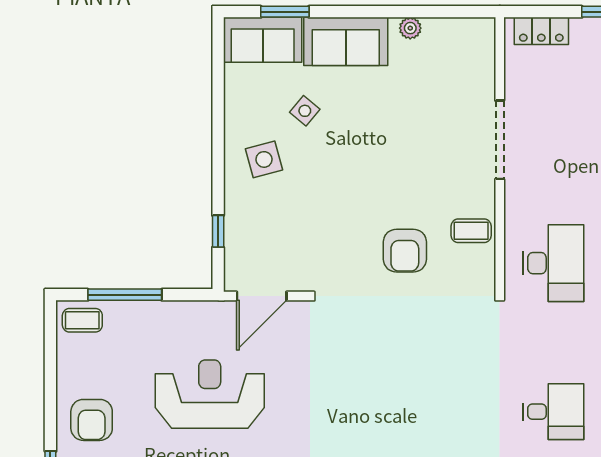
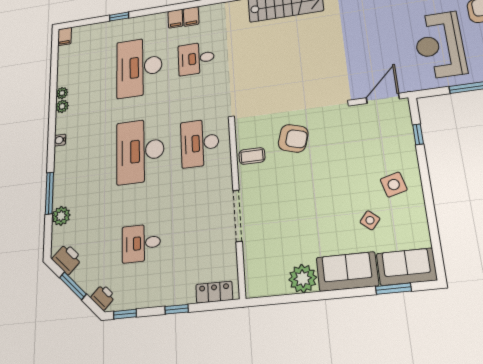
plant: (410, 28) -> (303, 279), width x1.87, depth x1.87
armchair: (405, 251) -> (293, 138), turned 106
reception desk: (210, 394) -> (439, 45), moved, turned 90

